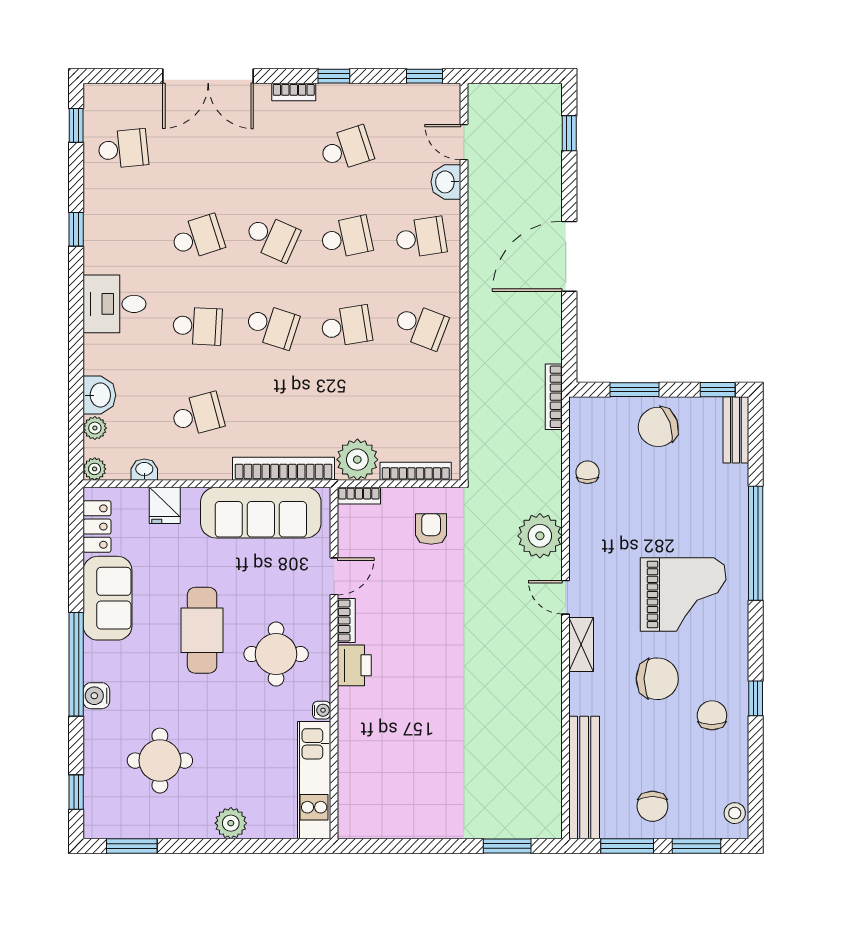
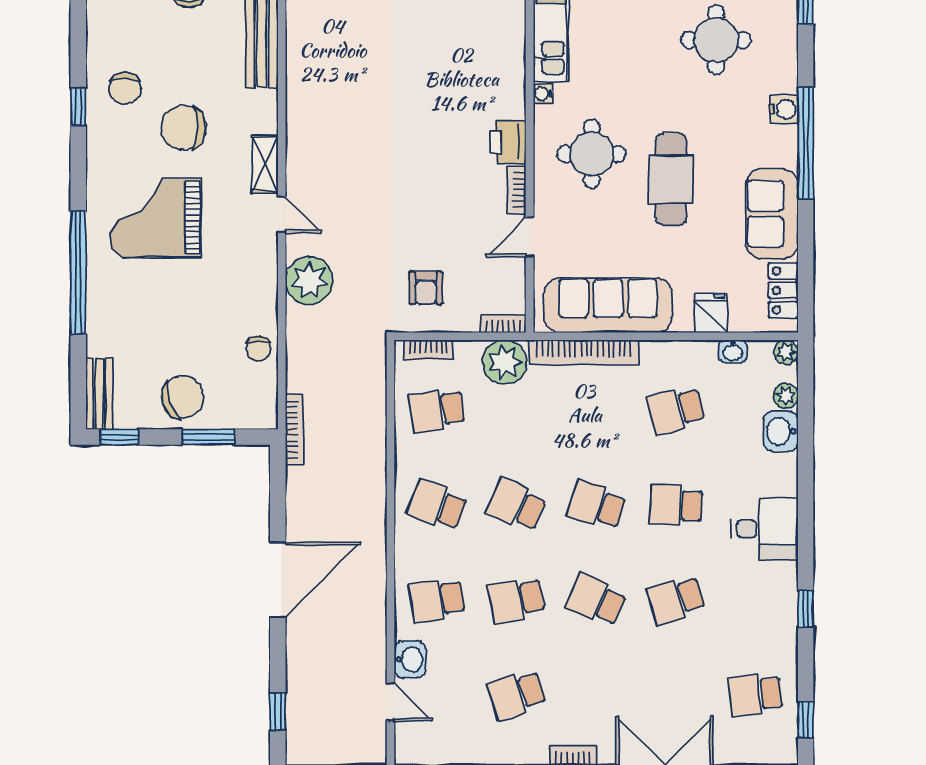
school desk: (346, 326) -> (516, 505), turned 33
school desk: (421, 415) -> (437, 410), added
bookcase: (416, 471) -> (429, 350), width x0.64

